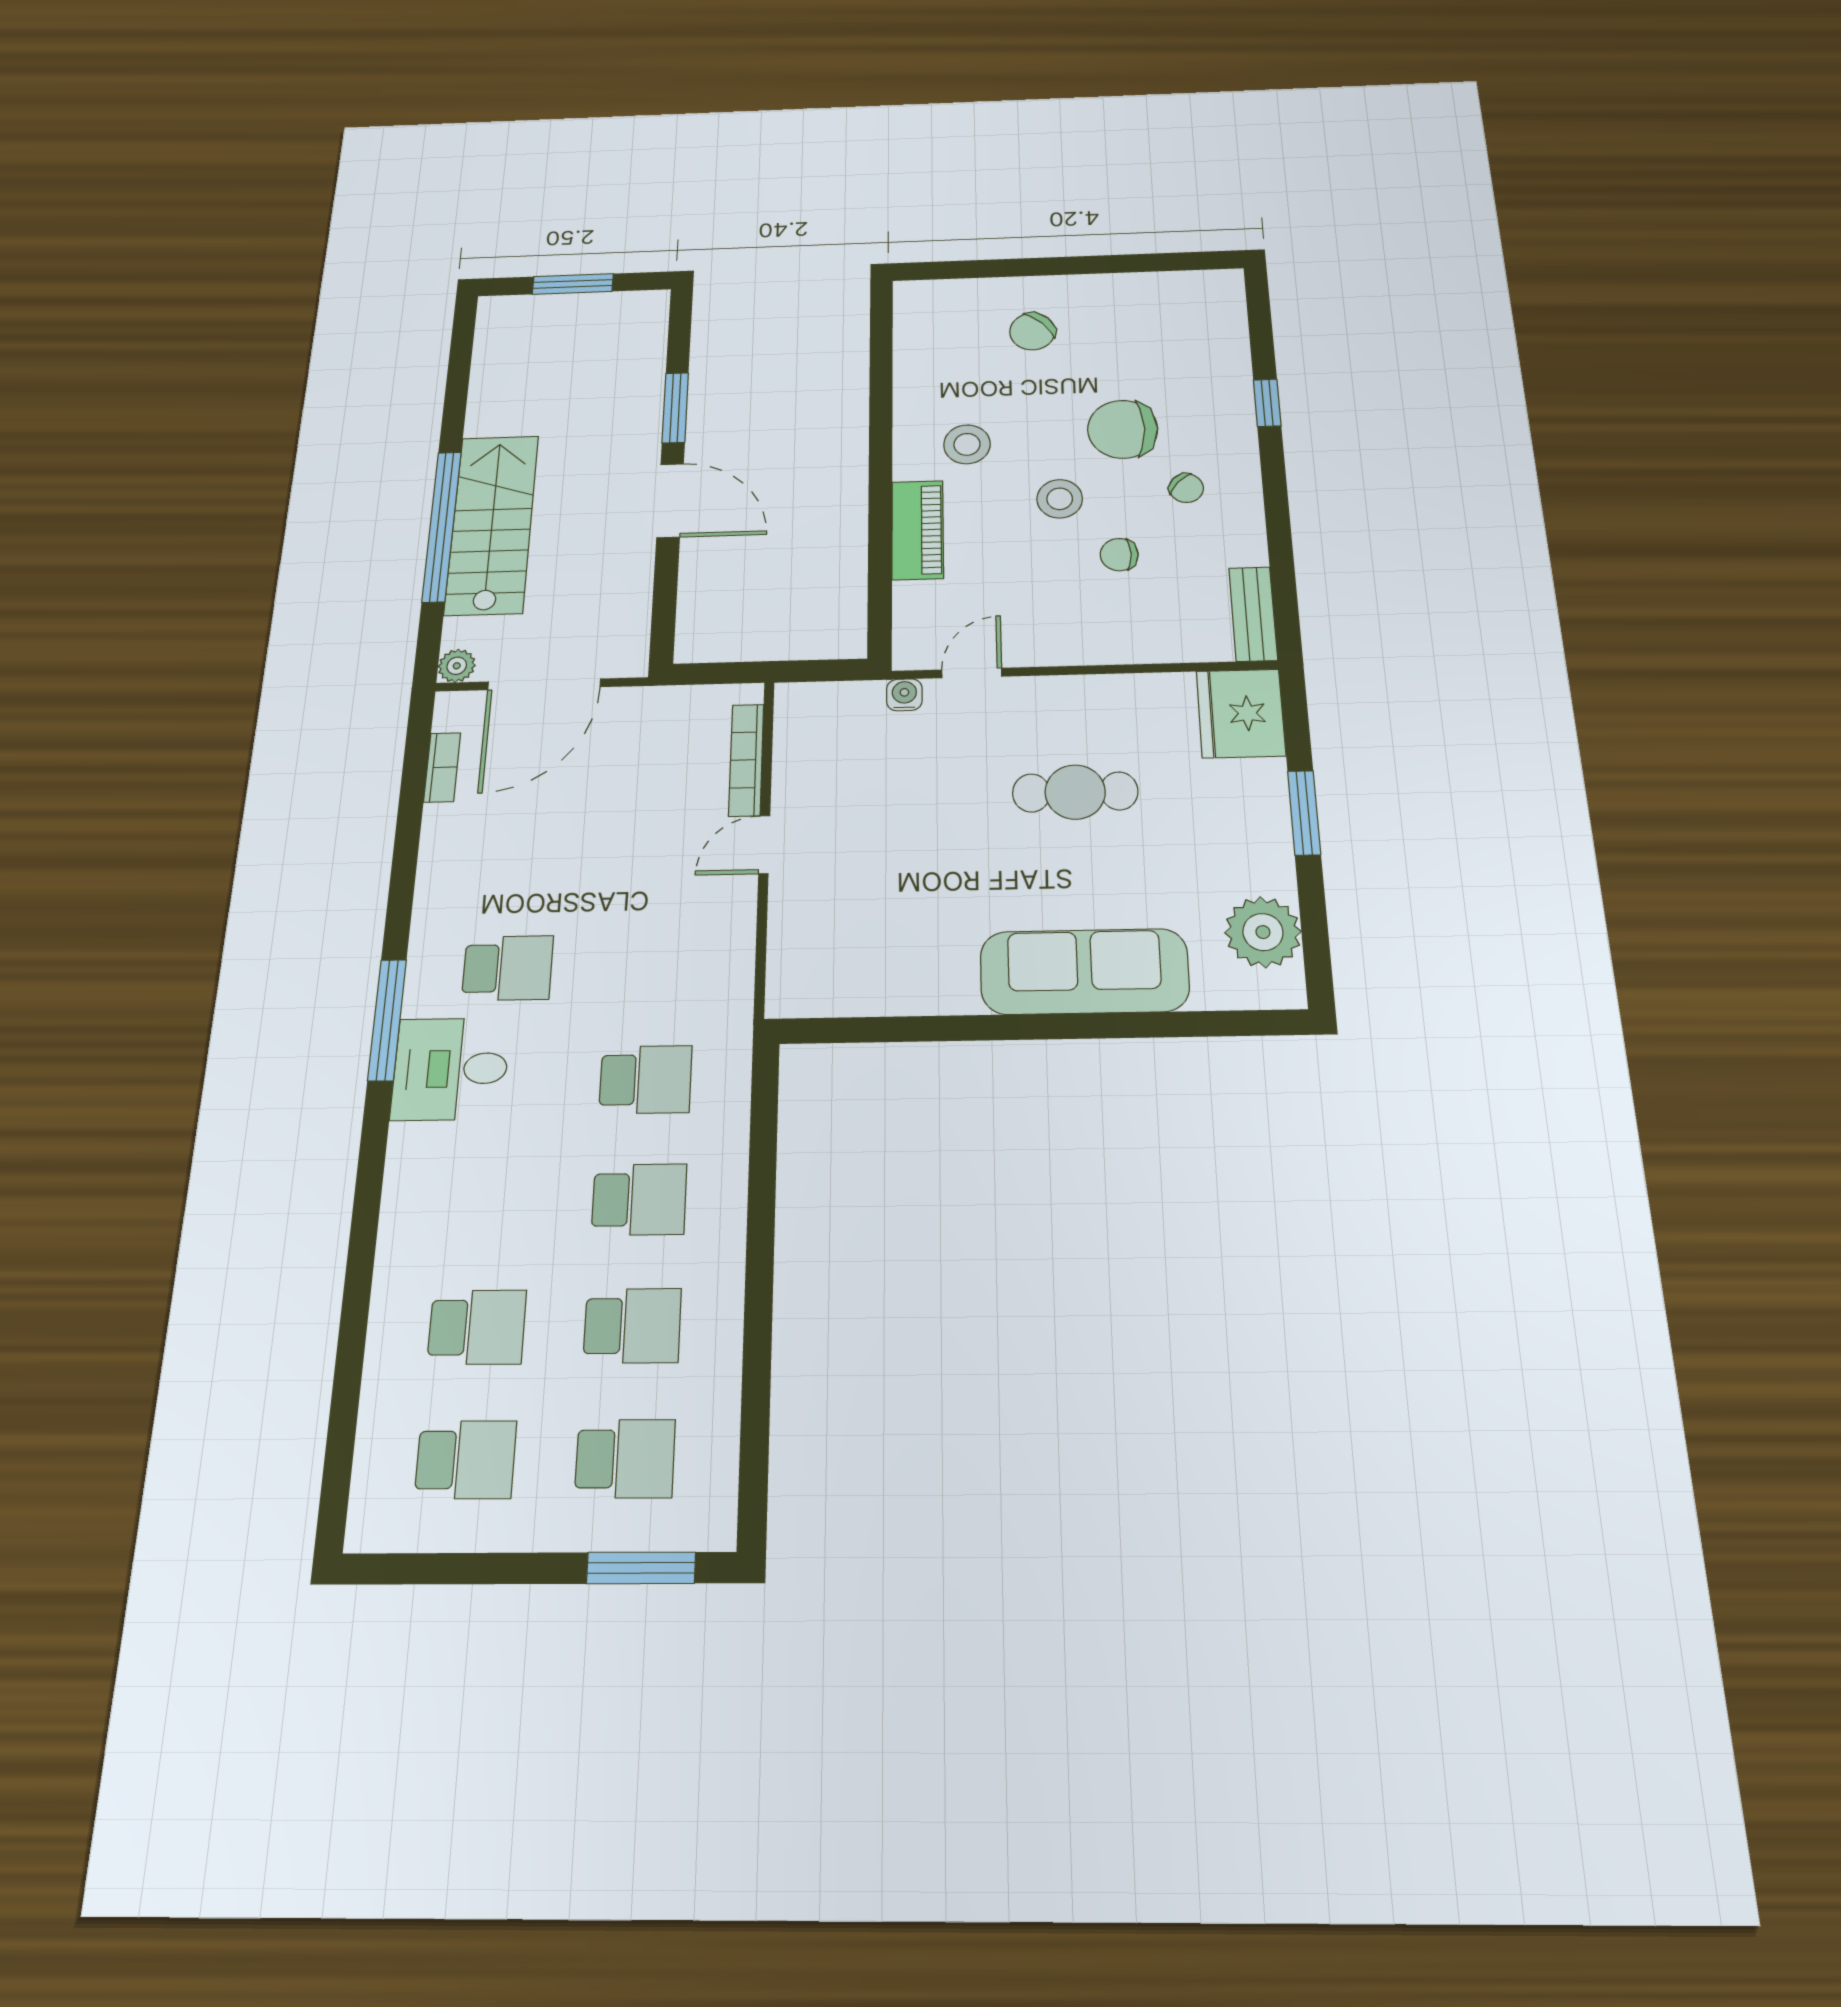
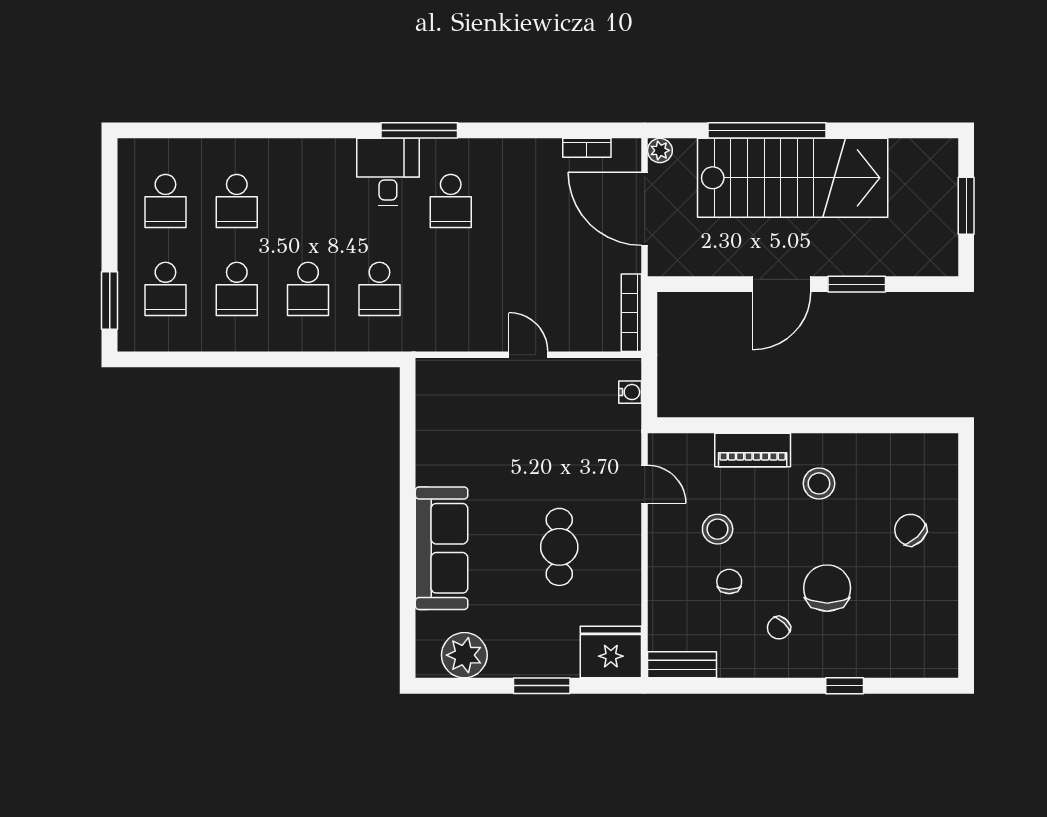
stool: (1060, 499) -> (718, 529), moved
stairs: (492, 524) -> (793, 178), width x1.36, depth x1.51
water cooler: (904, 695) -> (630, 392), moved
bookcase: (746, 760) -> (631, 313), moved, turned -90

